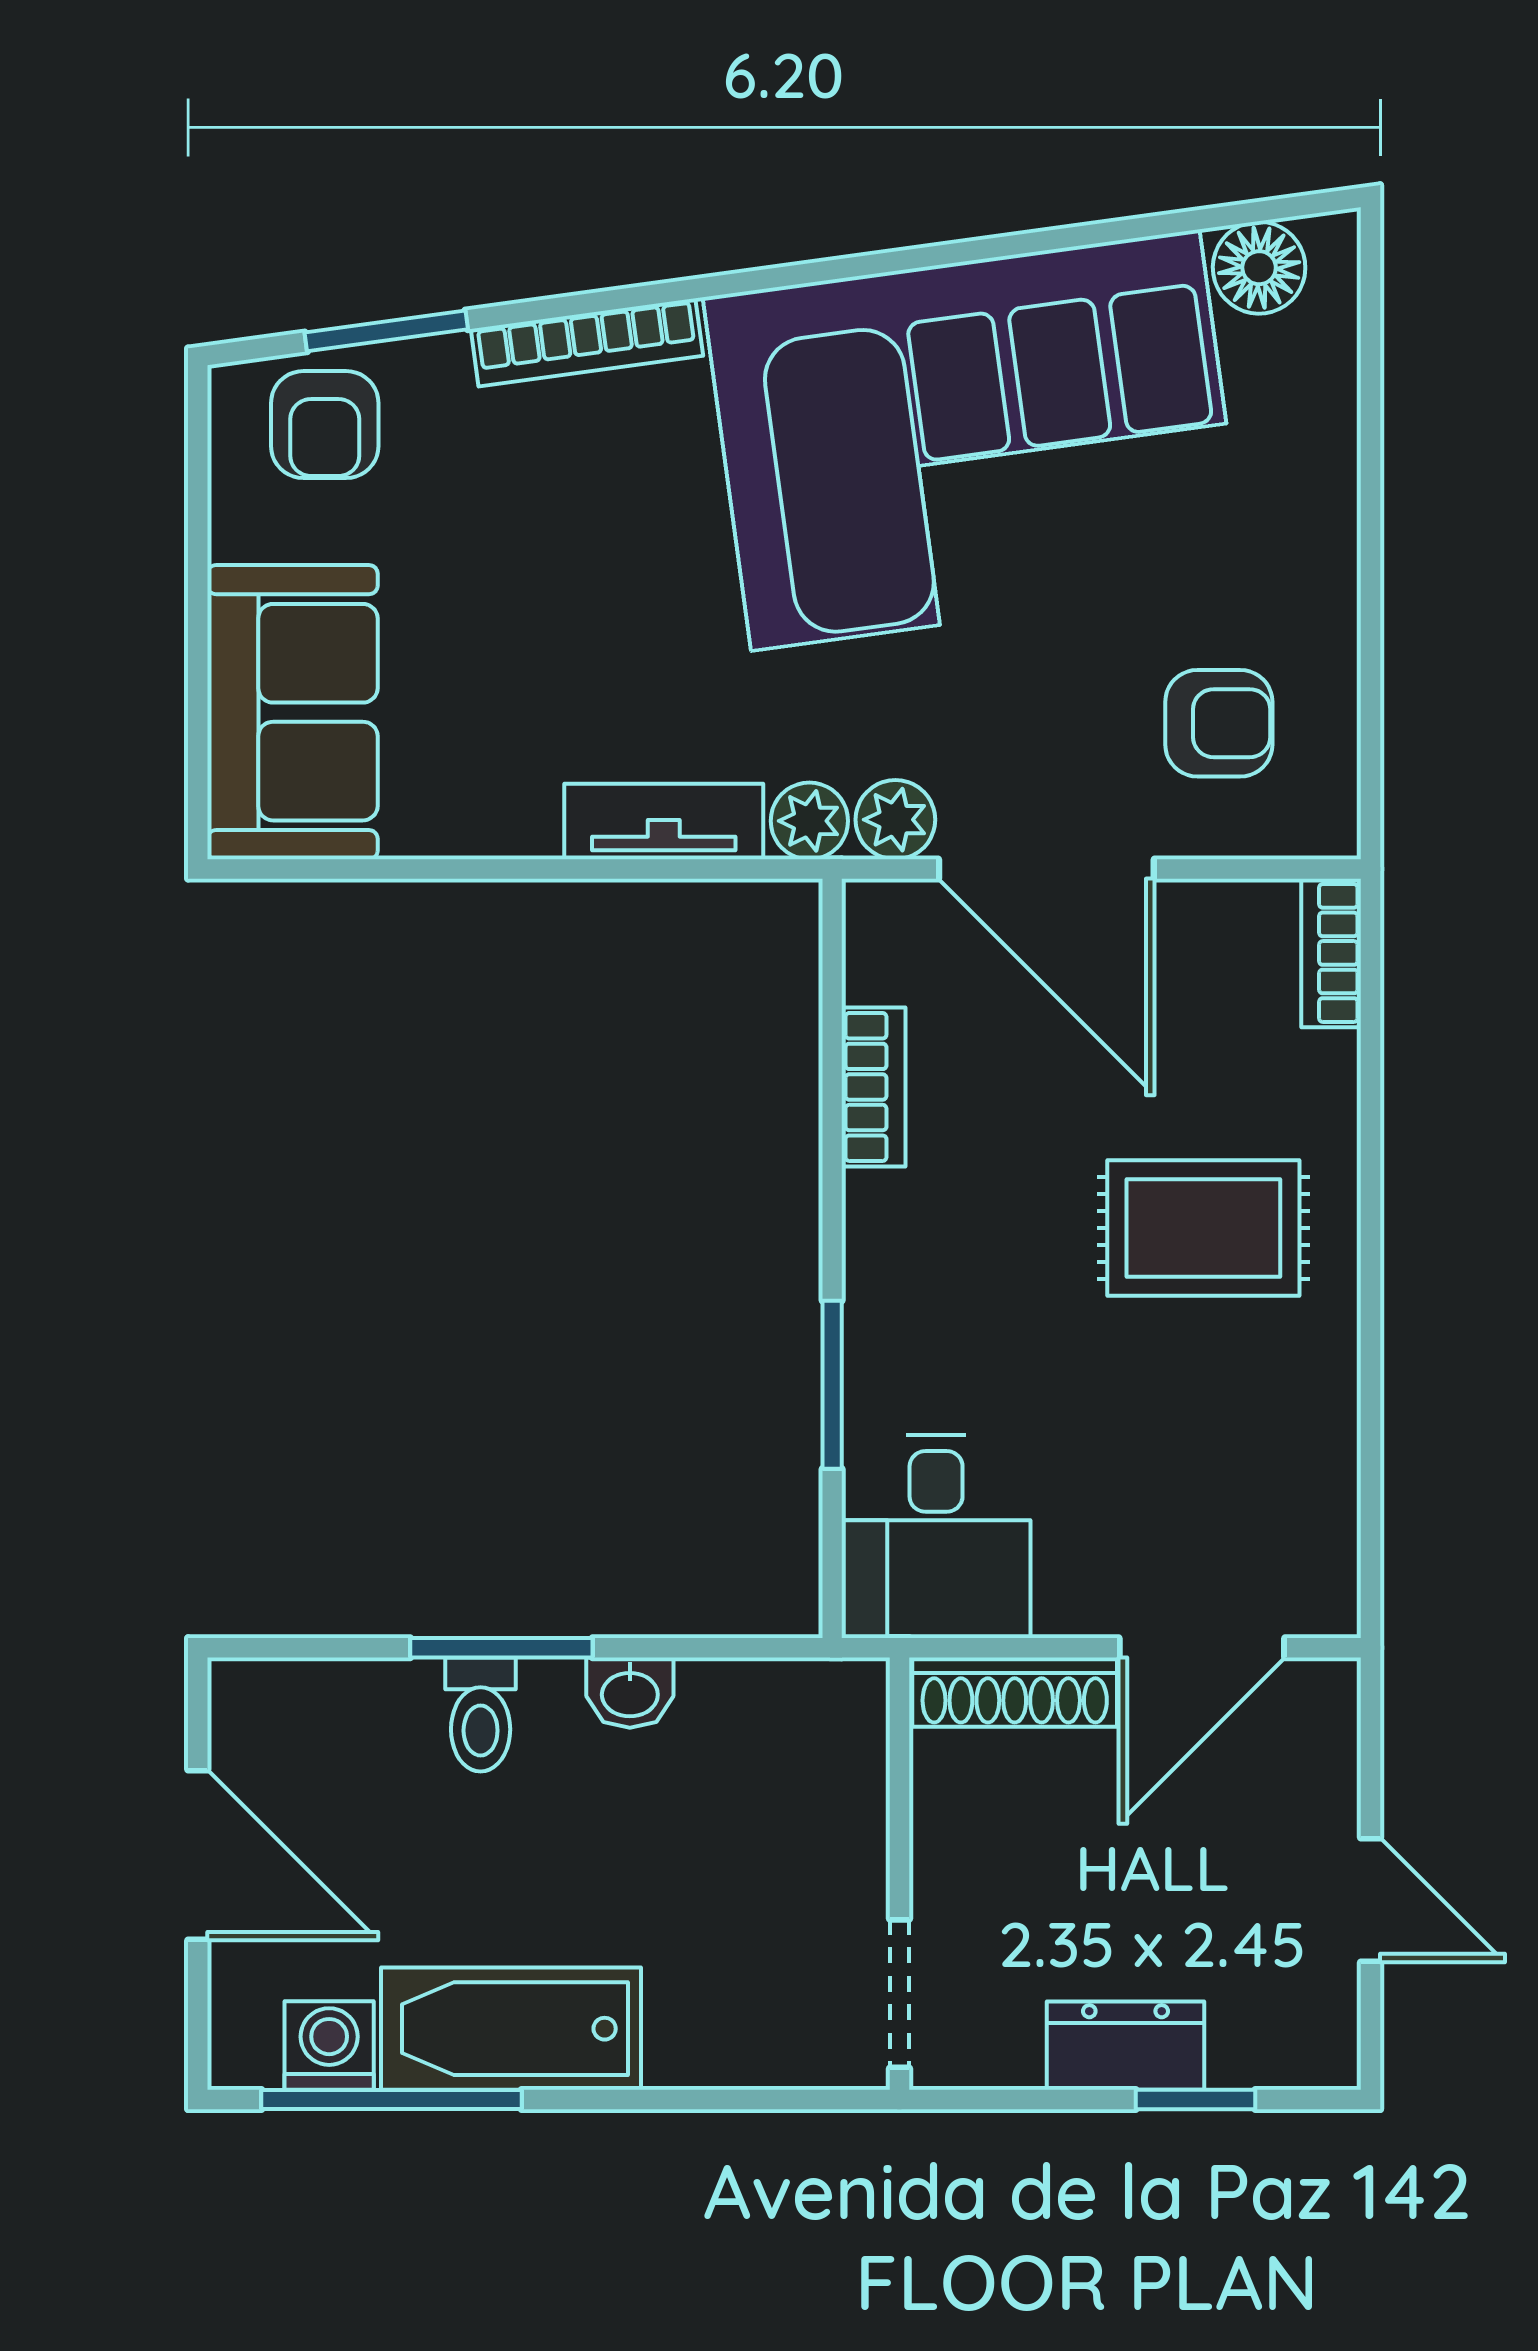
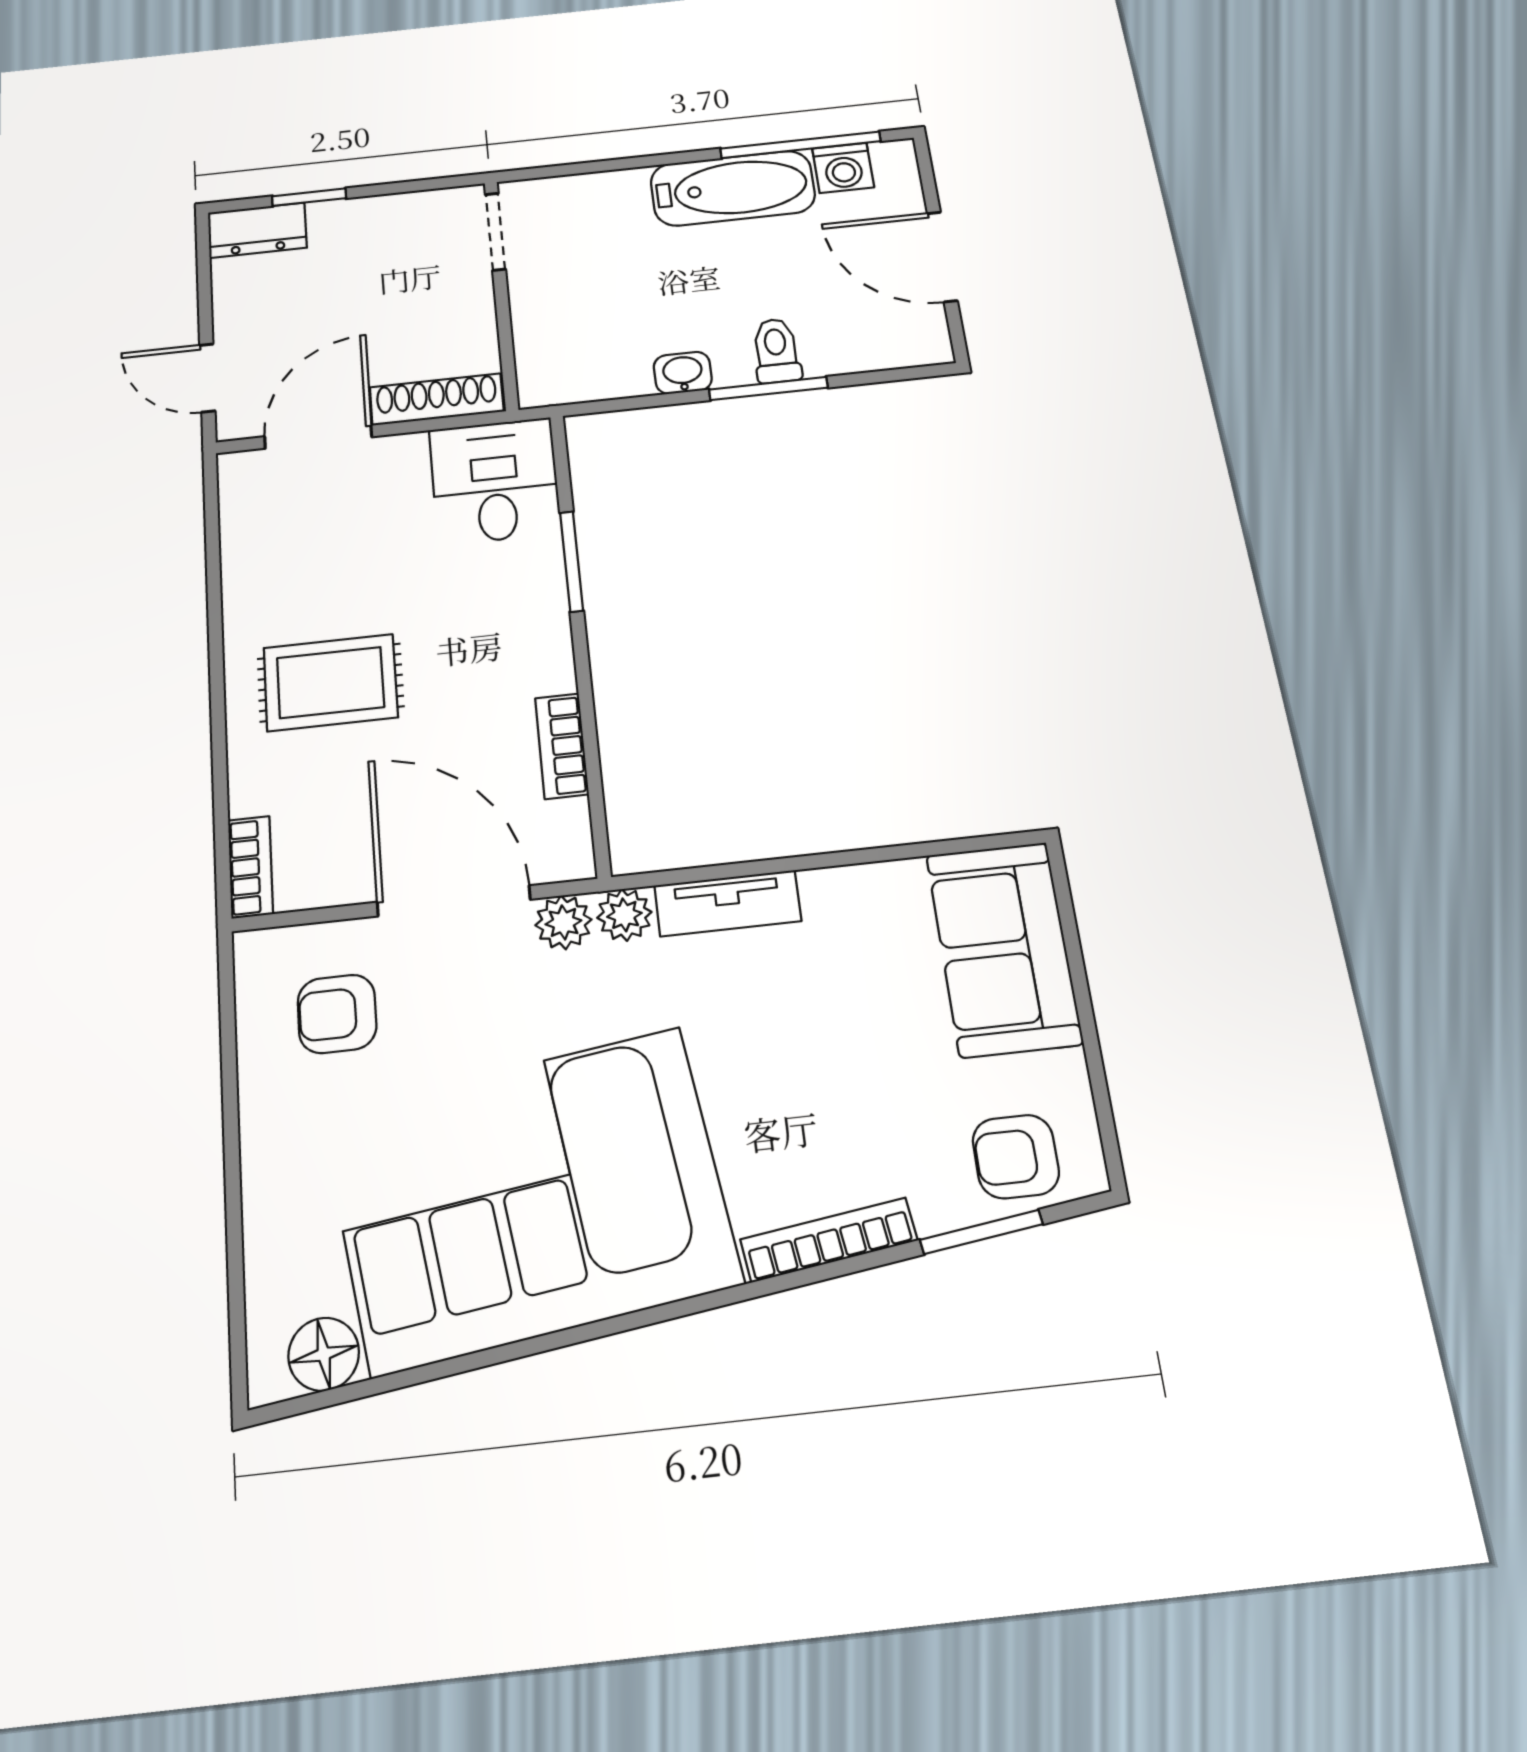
armchair: (325, 425) -> (1016, 1157), turned -90
door: (1370, 1900) -> (207, 378), moved
dresser: (1125, 2046) -> (257, 230), moved

